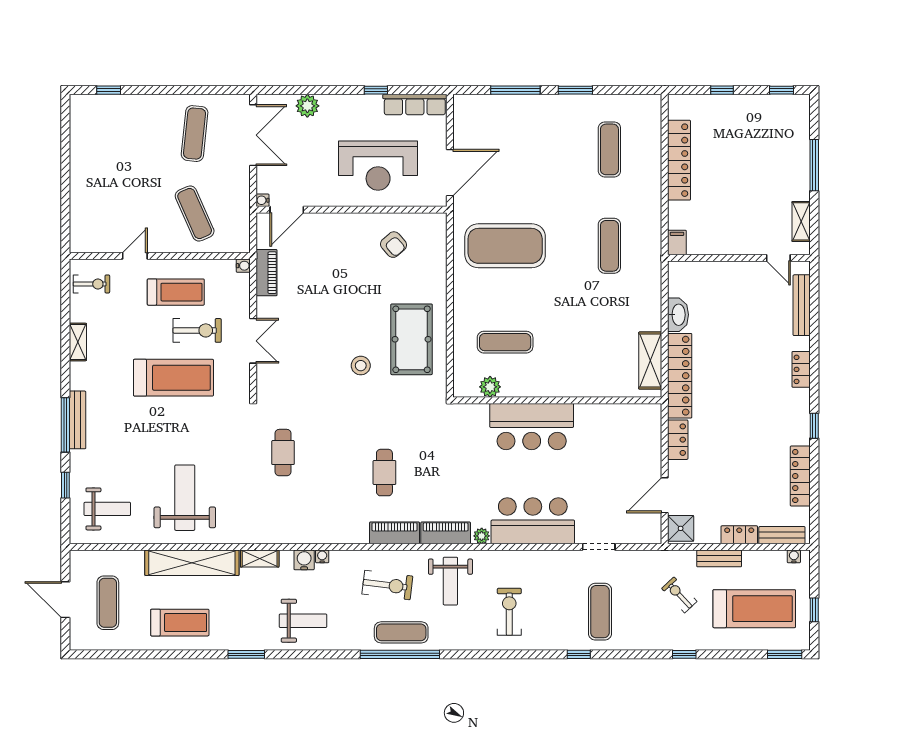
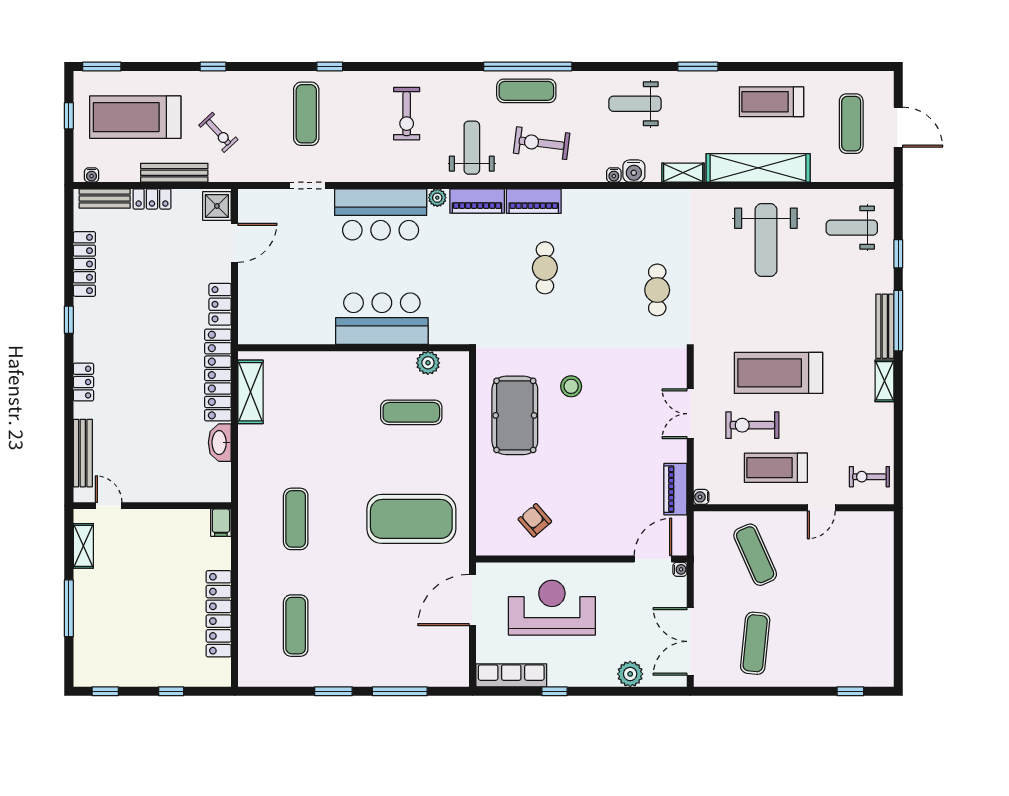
shelving: (78, 342) -> (884, 381), moved
bench: (719, 558) -> (174, 173), width x1.36

